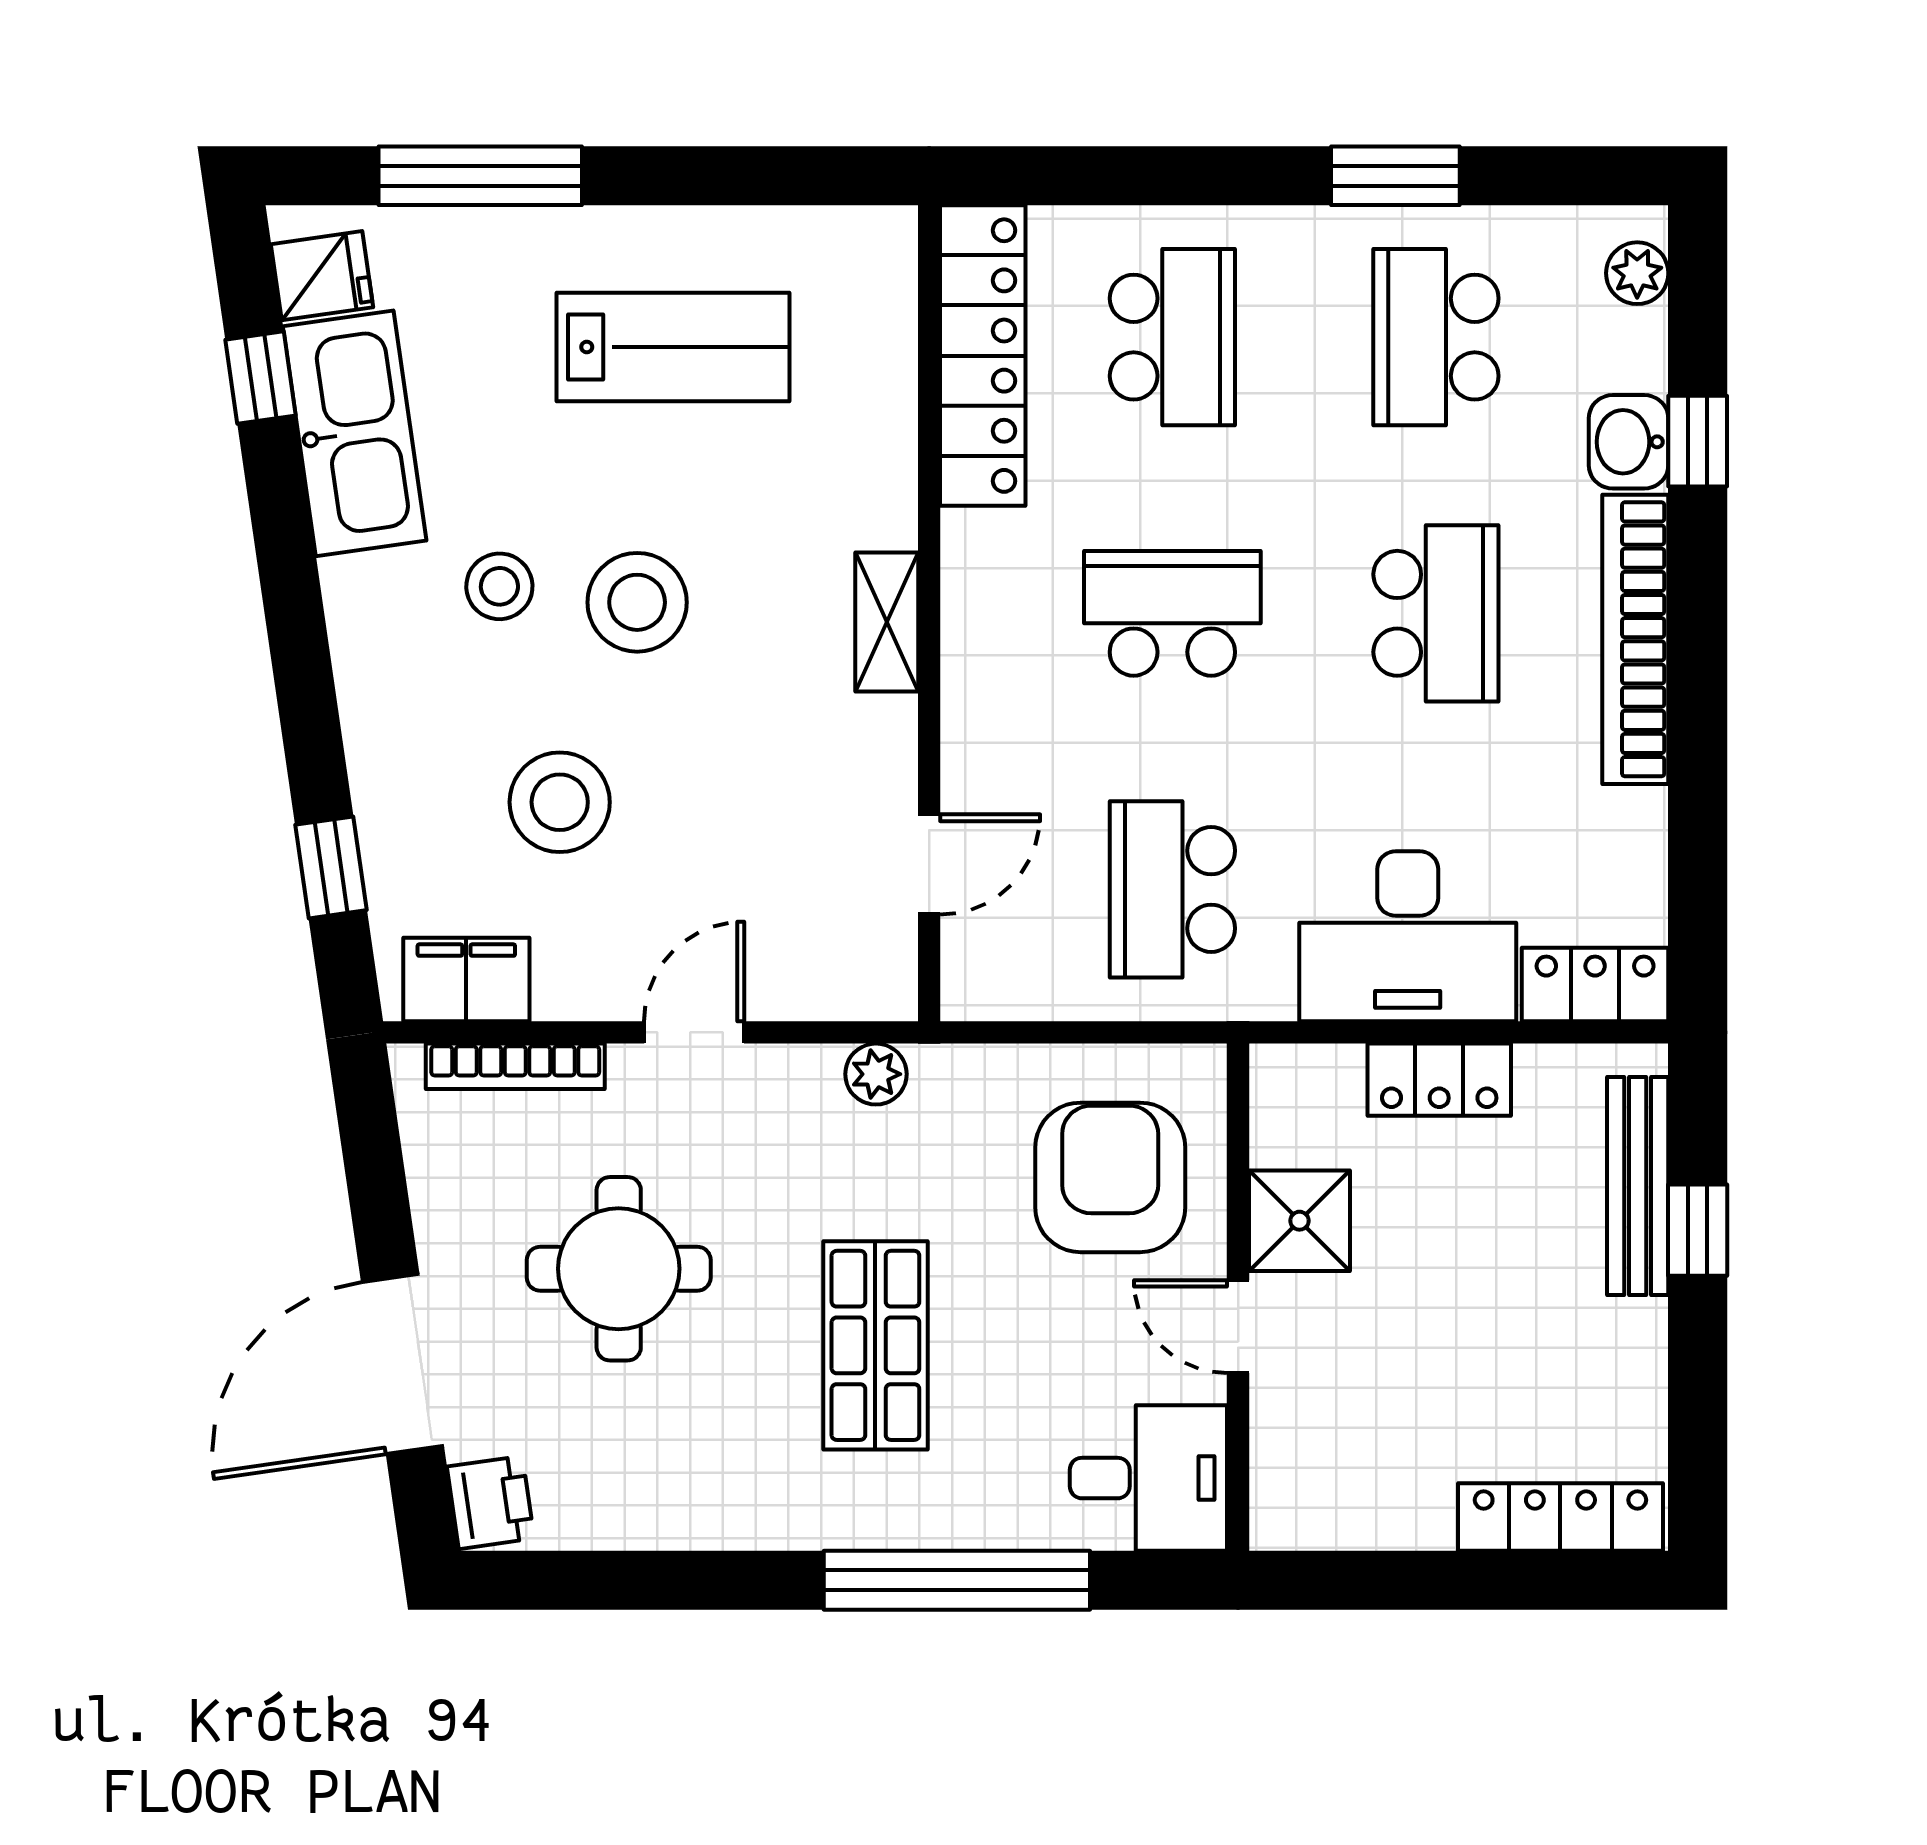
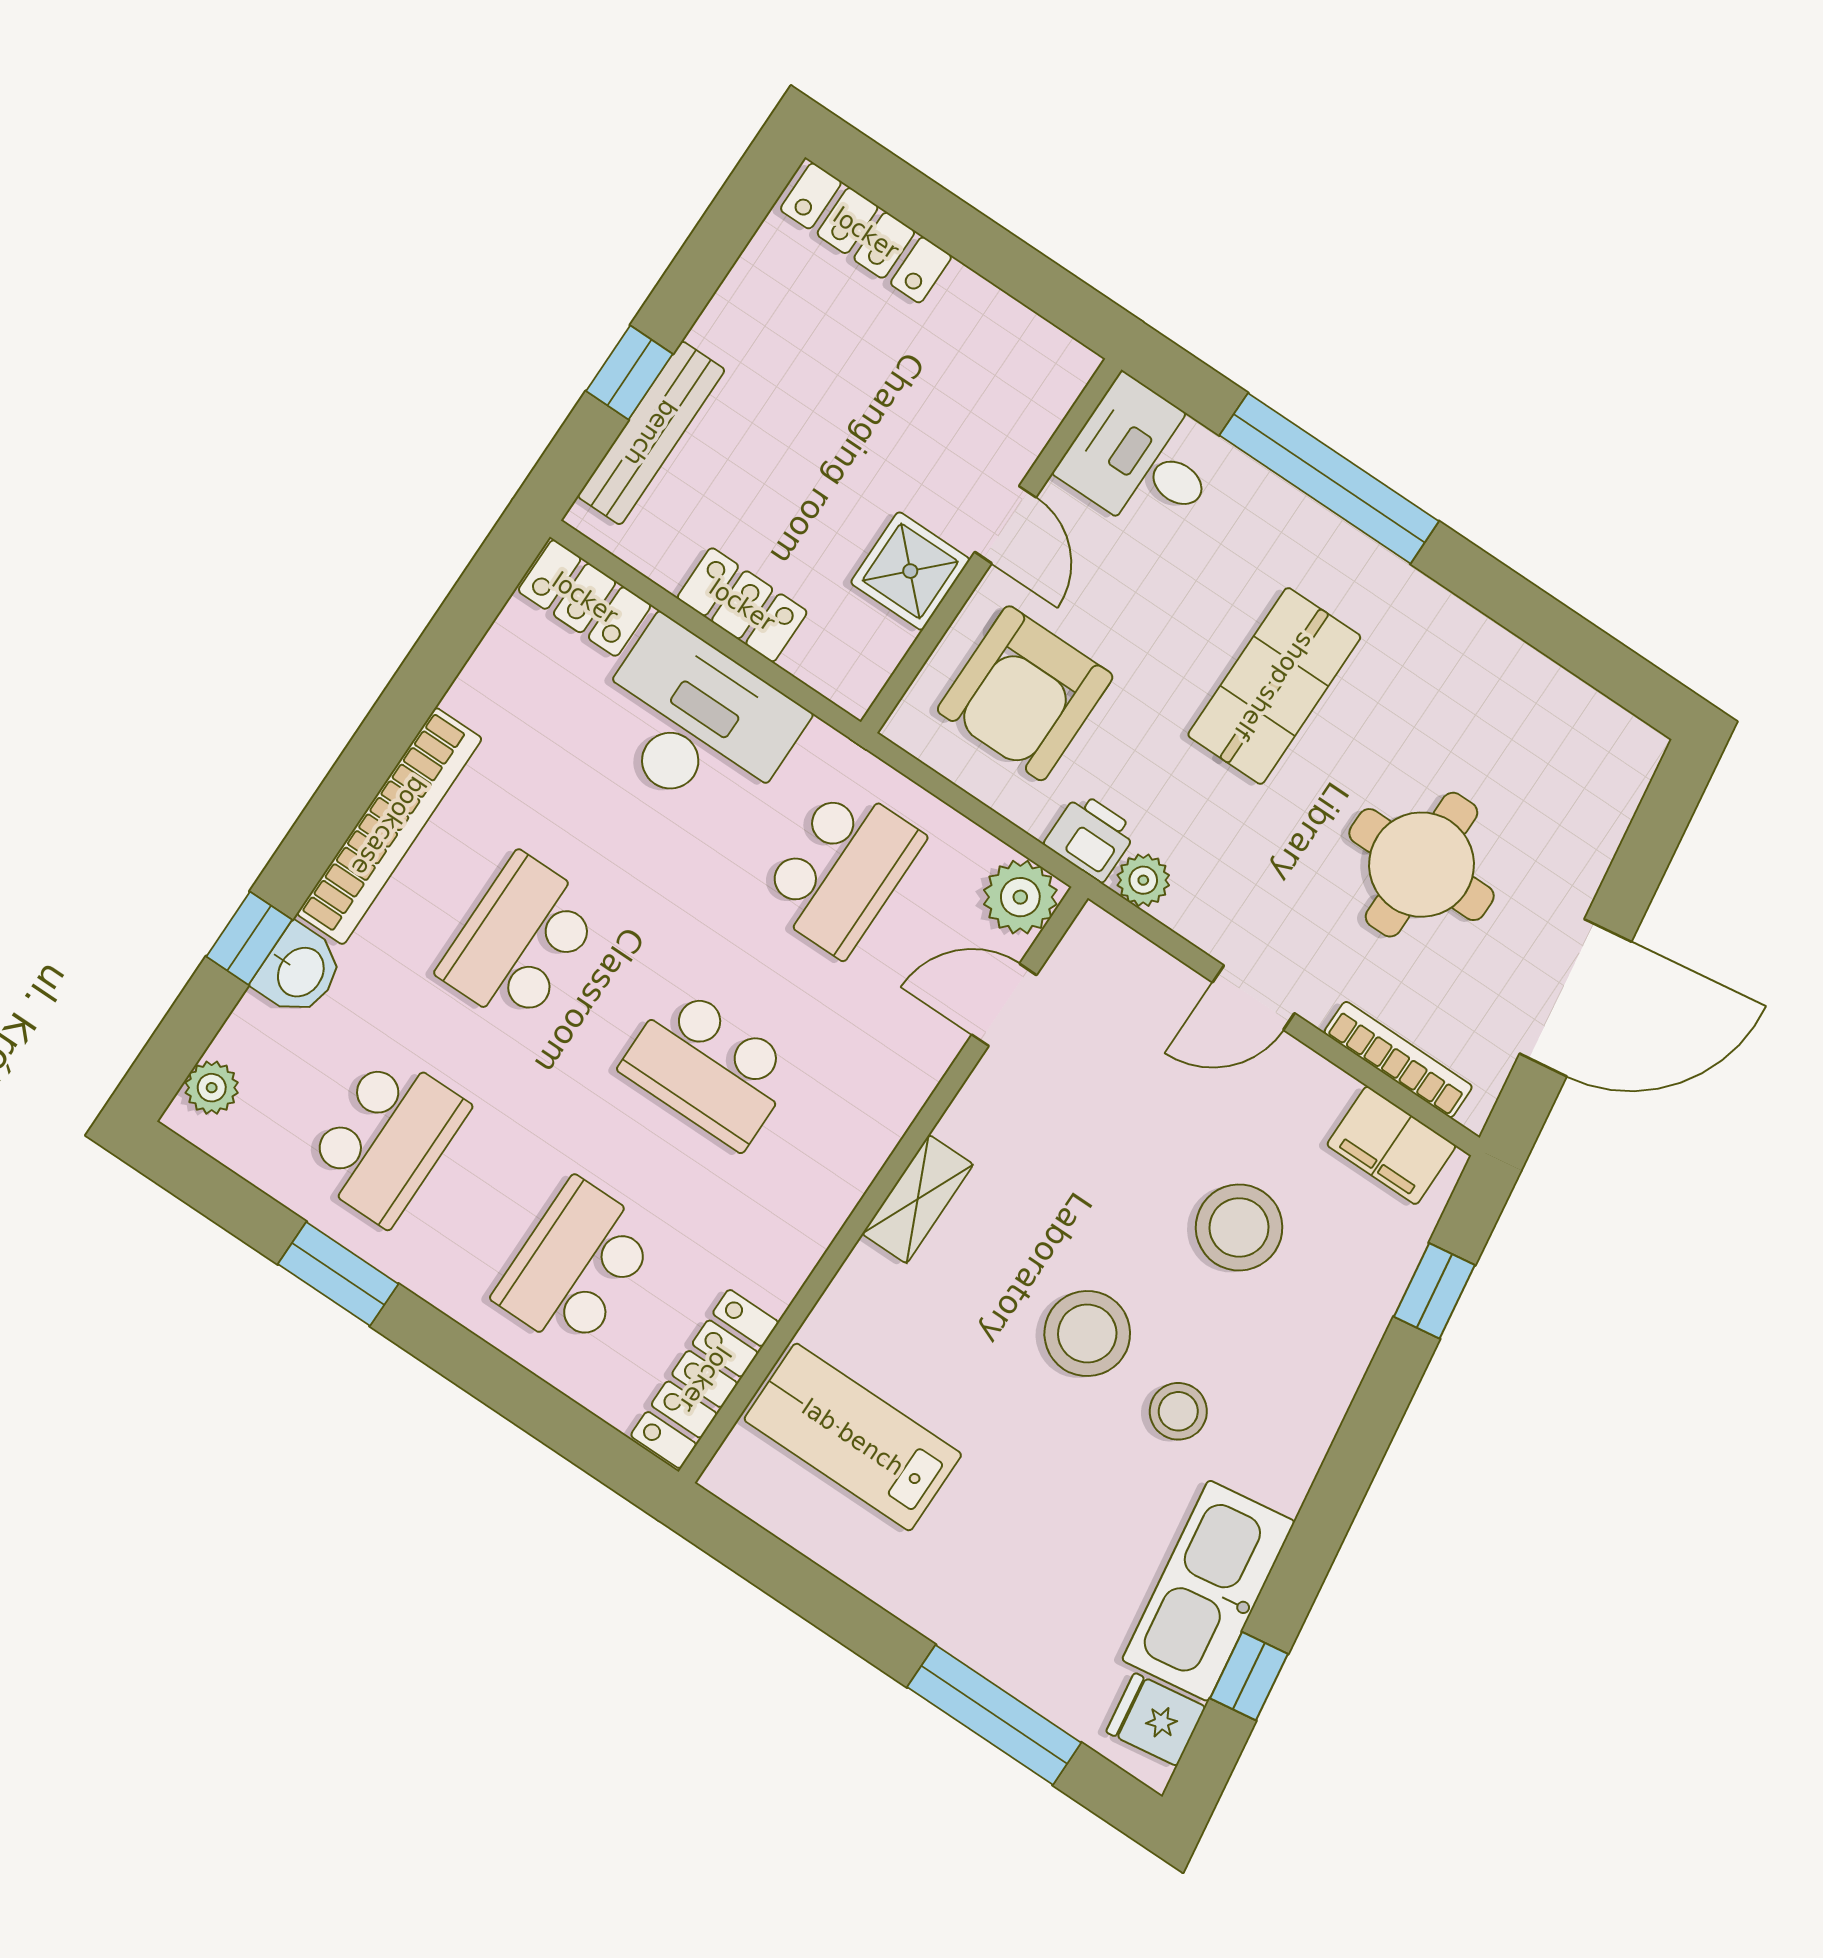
lab bench: (673, 347) -> (853, 1437), moved
locker: (983, 356) -> (705, 1379), width x0.71, depth x0.83
plant: (983, 978) -> (1020, 897), added
door: (403, 1364) -> (1576, 998), moved
printer: (491, 1503) -> (1091, 837), moved, turned 98

